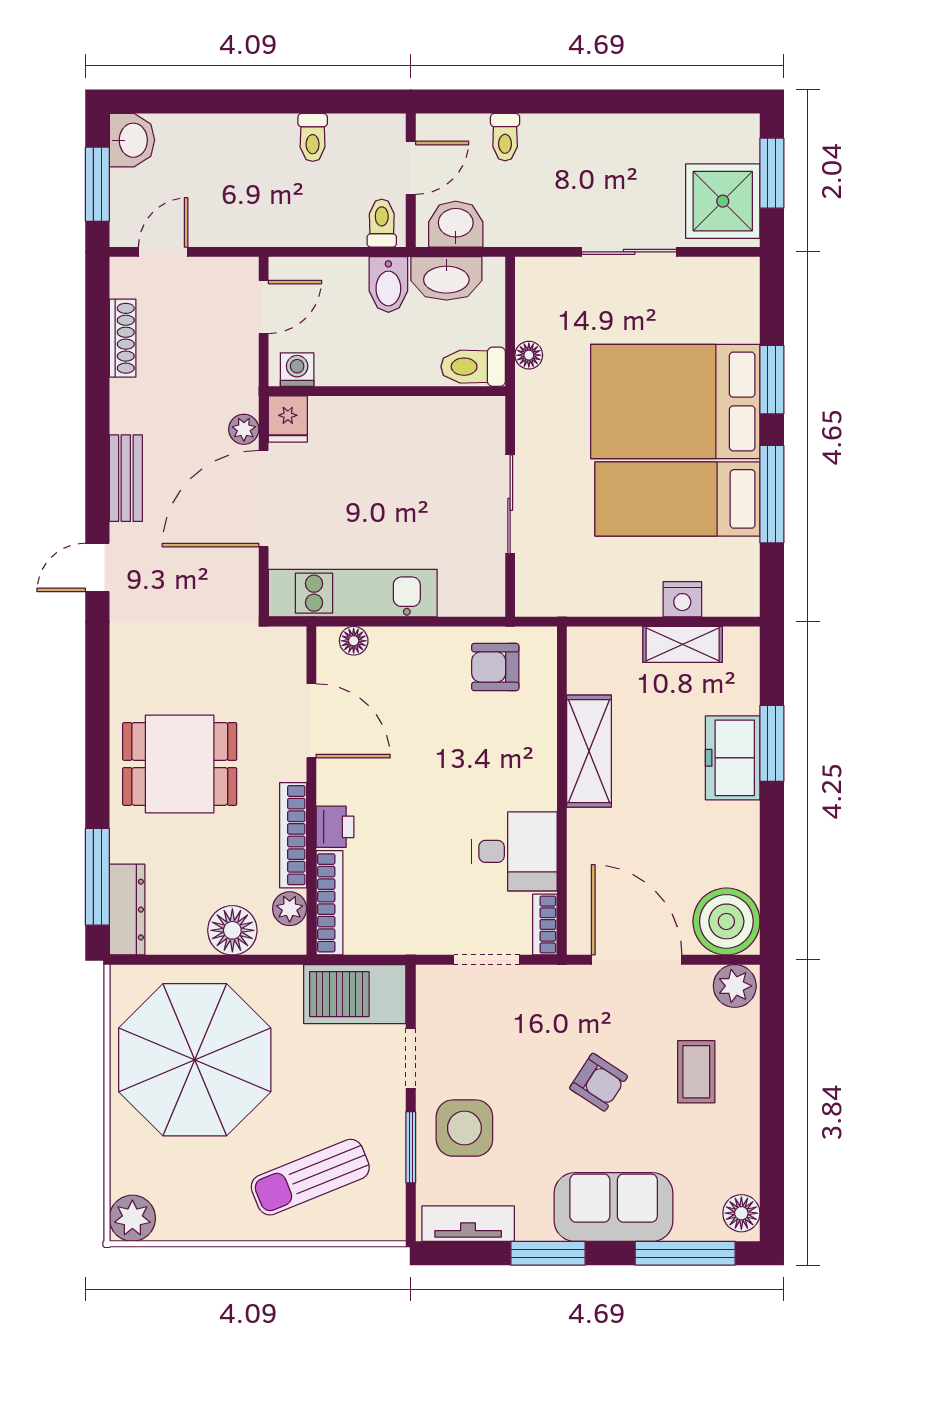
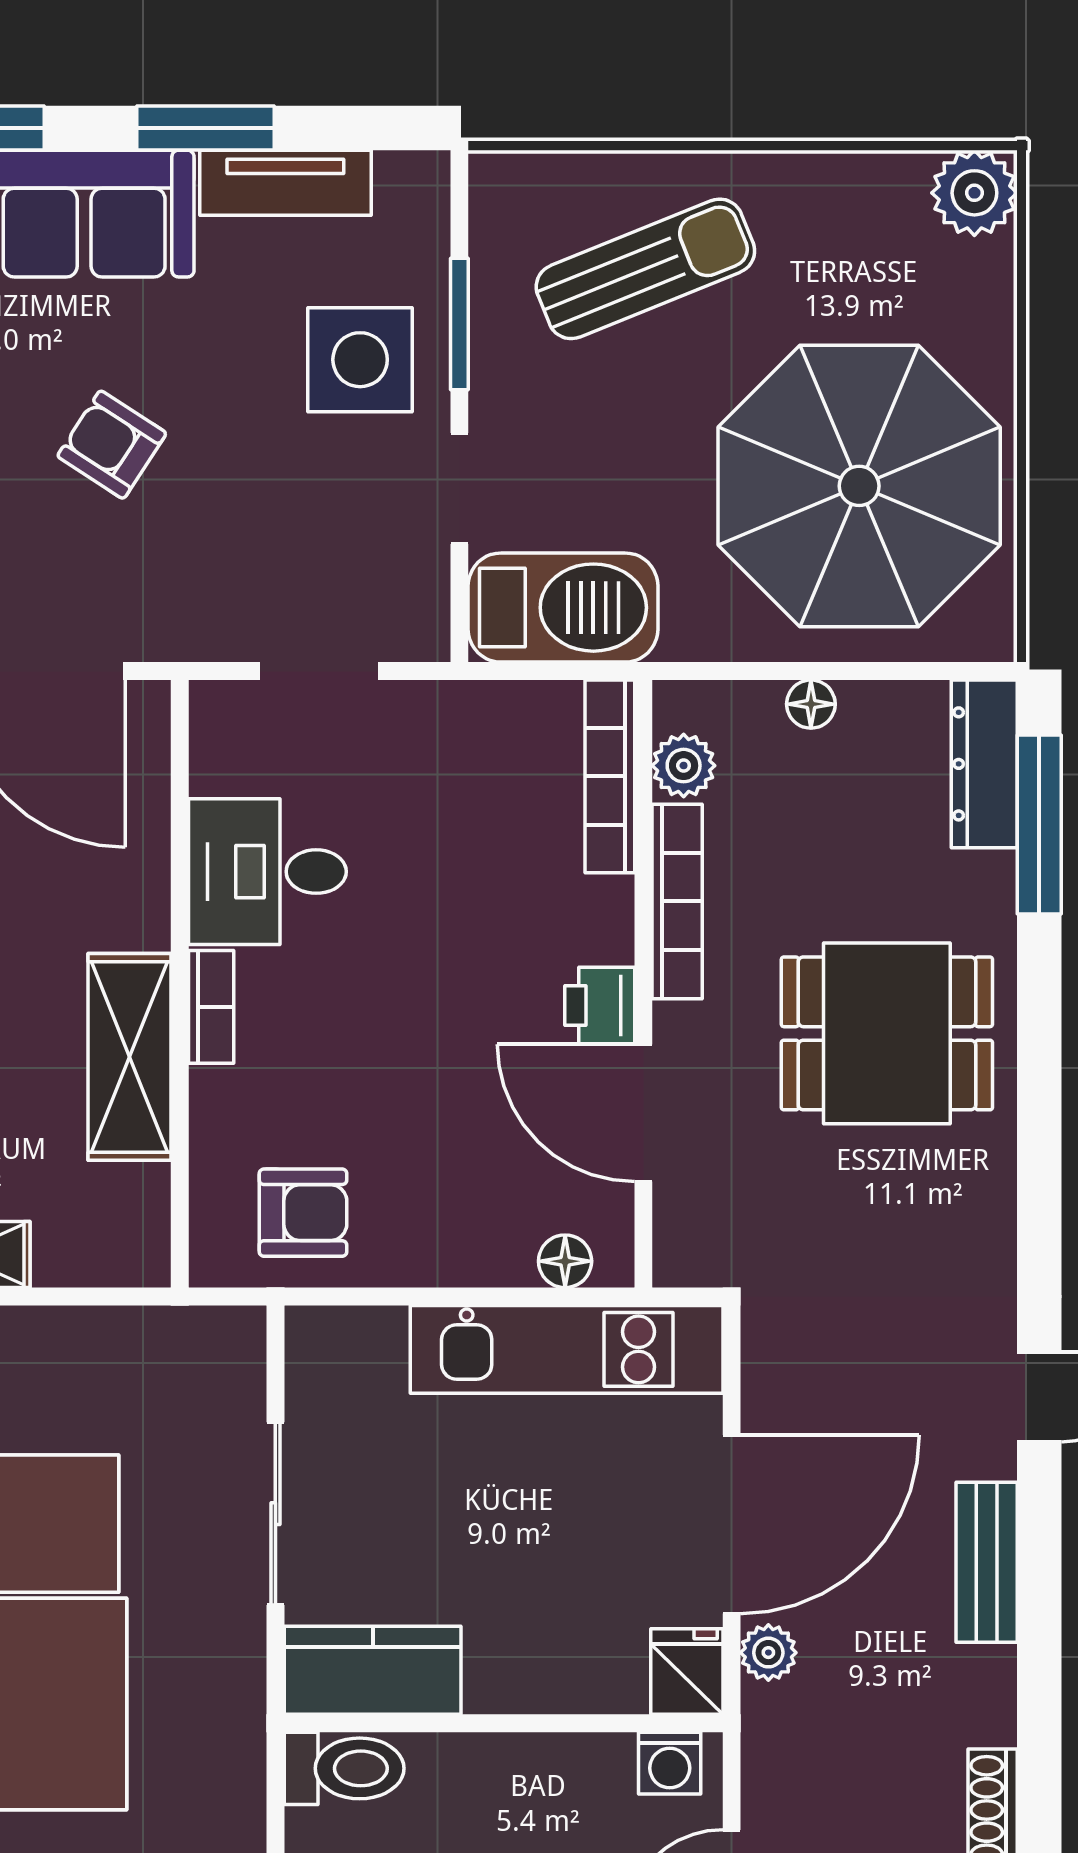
floor lamp: (529, 355) -> (241, 1790), removed
kitchen counter: (458, 420) -> (373, 1670), added
printer: (335, 827) -> (600, 1006), moved
bookcase: (545, 925) -> (211, 1007), moved
floor lamp: (232, 930) -> (811, 704), width x0.53, depth x0.53
tv unit: (468, 1224) -> (285, 183), moved

